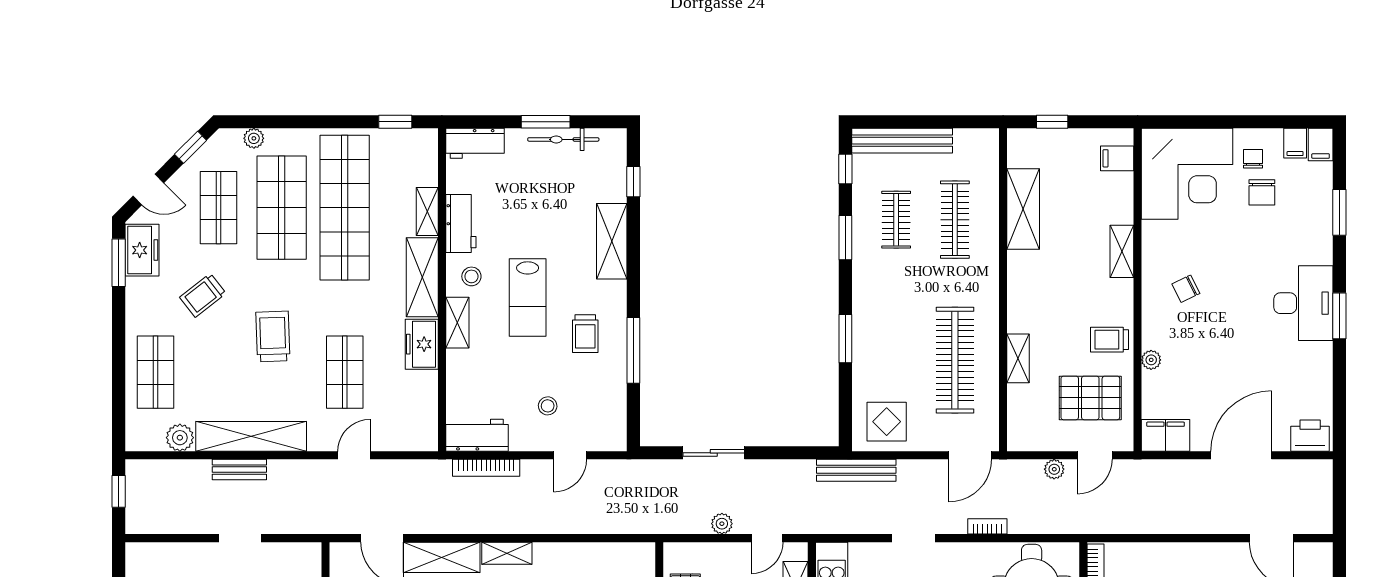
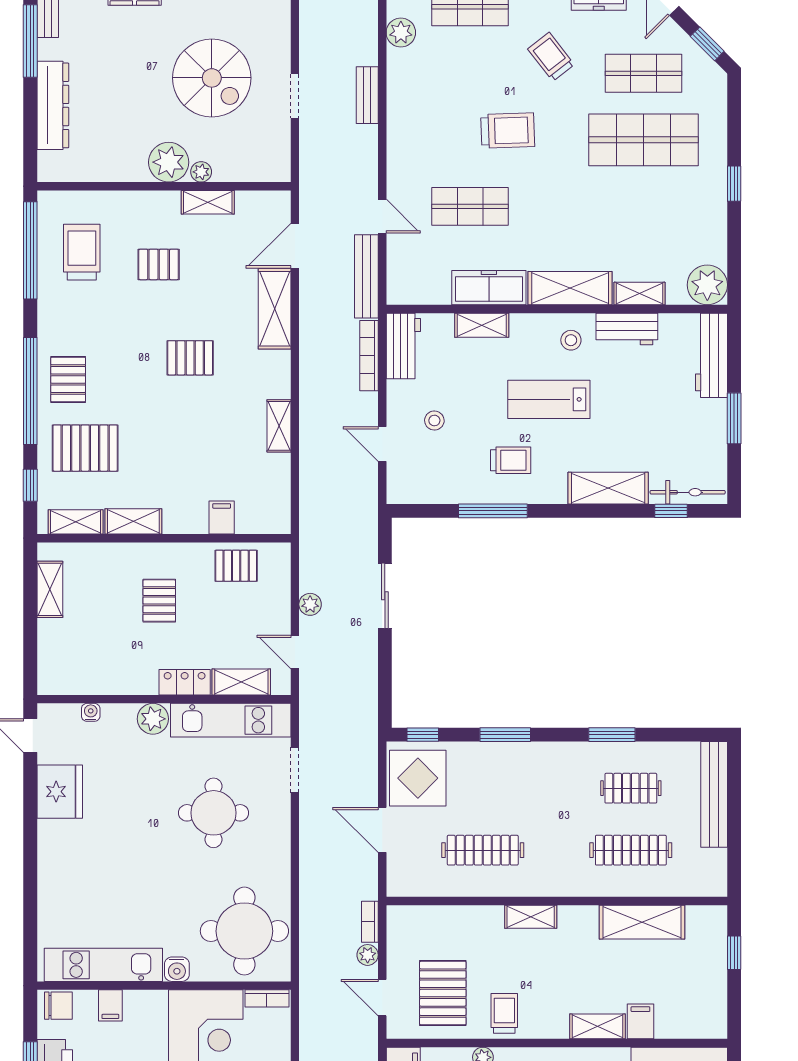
window: (395, 122) -> (734, 184), moved
plant: (254, 138) -> (707, 285), moved, width x1.88, depth x1.88
bicycle: (563, 139) -> (688, 492), moved, turned 90
workbench: (475, 143) -> (711, 355), width x1.38
filing cabinet: (1117, 158) -> (640, 1021), moved
window: (845, 169) -> (423, 735), moved
shop shelf: (345, 208) -> (644, 206), removed
shelving: (457, 323) -> (482, 325), moved
trolley: (585, 334) -> (511, 460), turned 180
freezer: (422, 344) -> (489, 288), width x1.40
shelving: (1018, 358) -> (531, 917), moved
clothes rail: (955, 360) -> (483, 850), width x0.73, depth x0.76
display table: (887, 422) -> (418, 778), width x1.36, depth x1.36
shelving: (251, 436) -> (402, 108), removed
door: (970, 455) -> (382, 830), moved
bench: (856, 470) -> (366, 276), moved
bookcase: (987, 526) -> (370, 922), moved, turned 180
doorway: (914, 538) -> (295, 770), moved
shelving: (507, 553) -> (279, 426), moved

